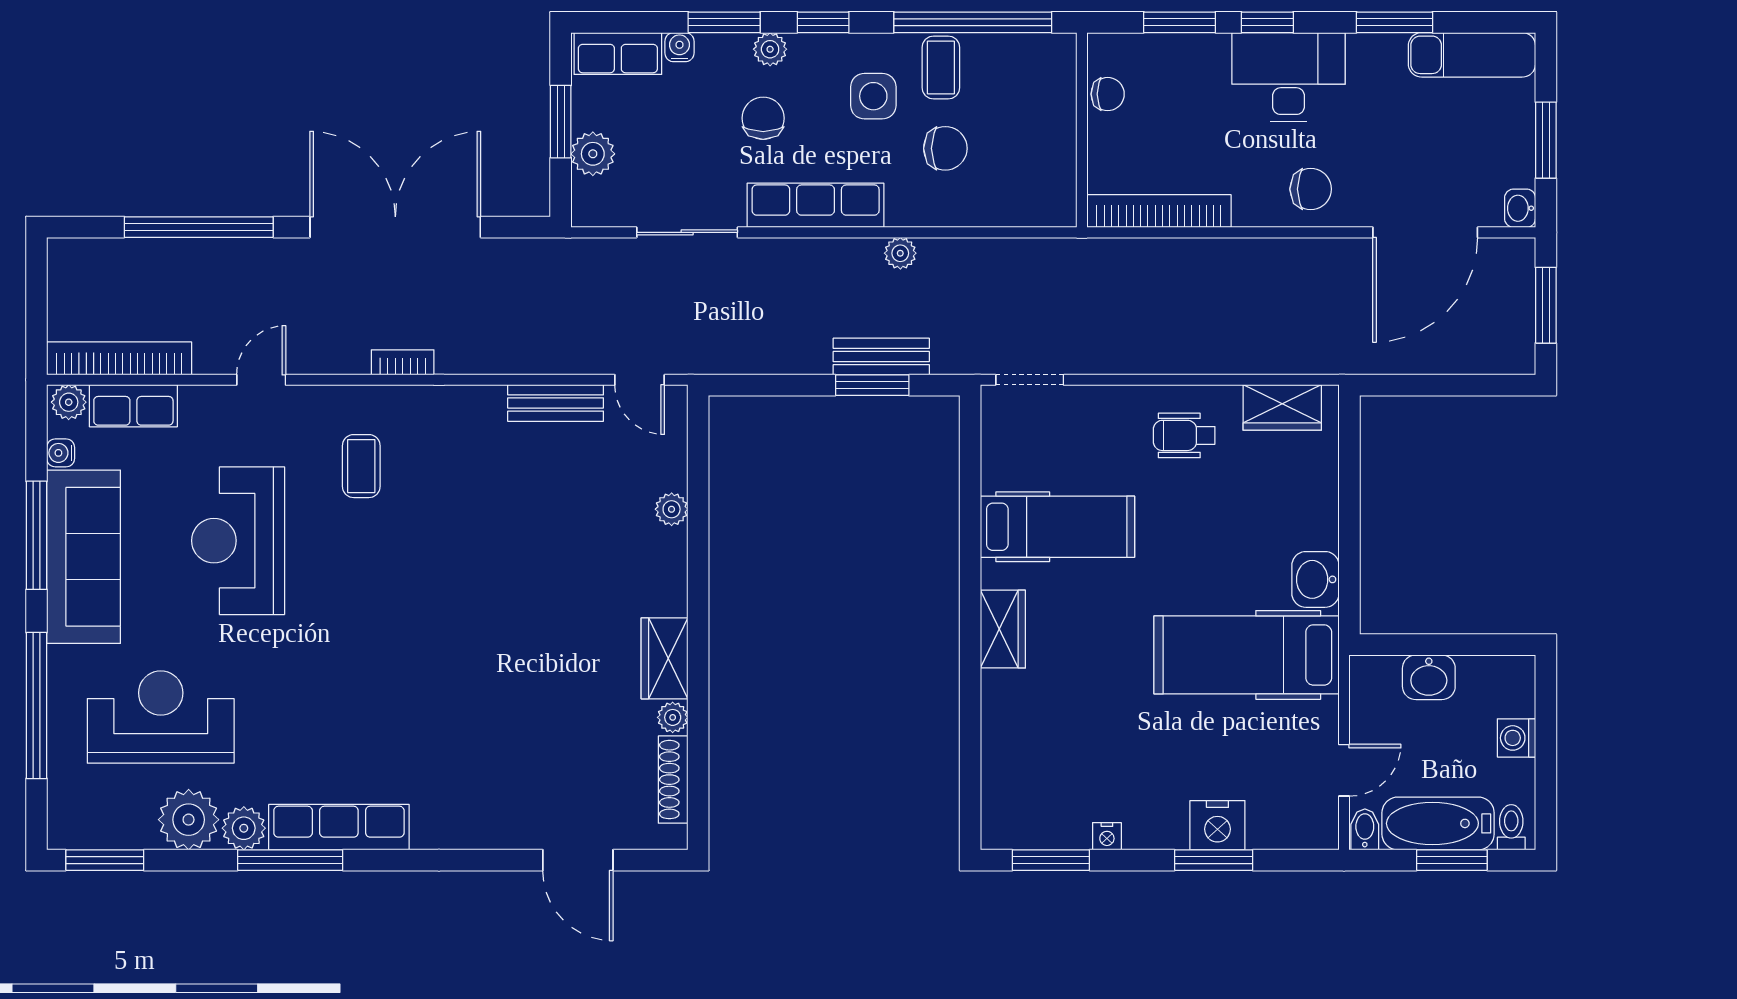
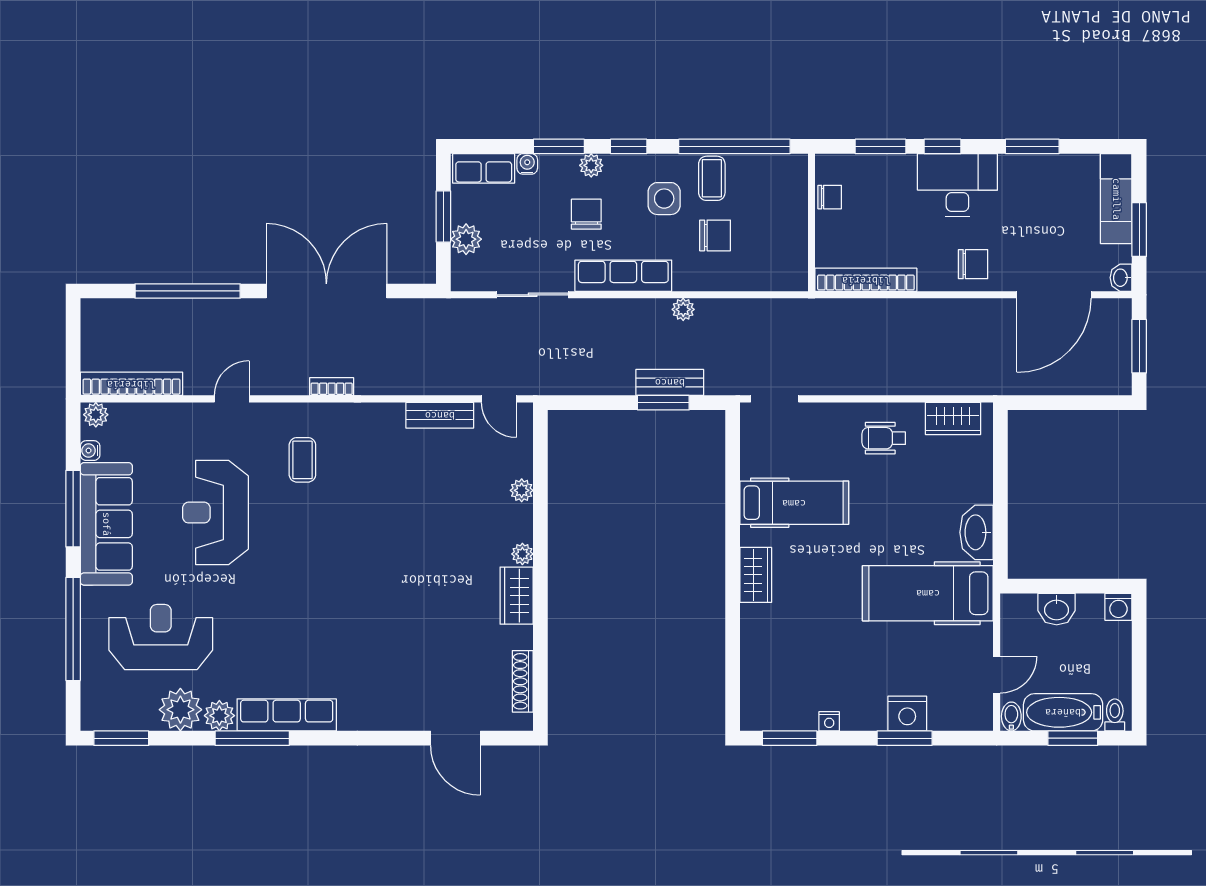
exam couch: (1472, 55) -> (1116, 199), moved, turned 90
row of seats: (133, 406) -> (141, 417), removed
washbasin: (1315, 579) -> (976, 532), width x1.38
plant: (673, 717) -> (522, 554), moved
washing machine: (1516, 738) -> (1118, 607), moved, turned -90

